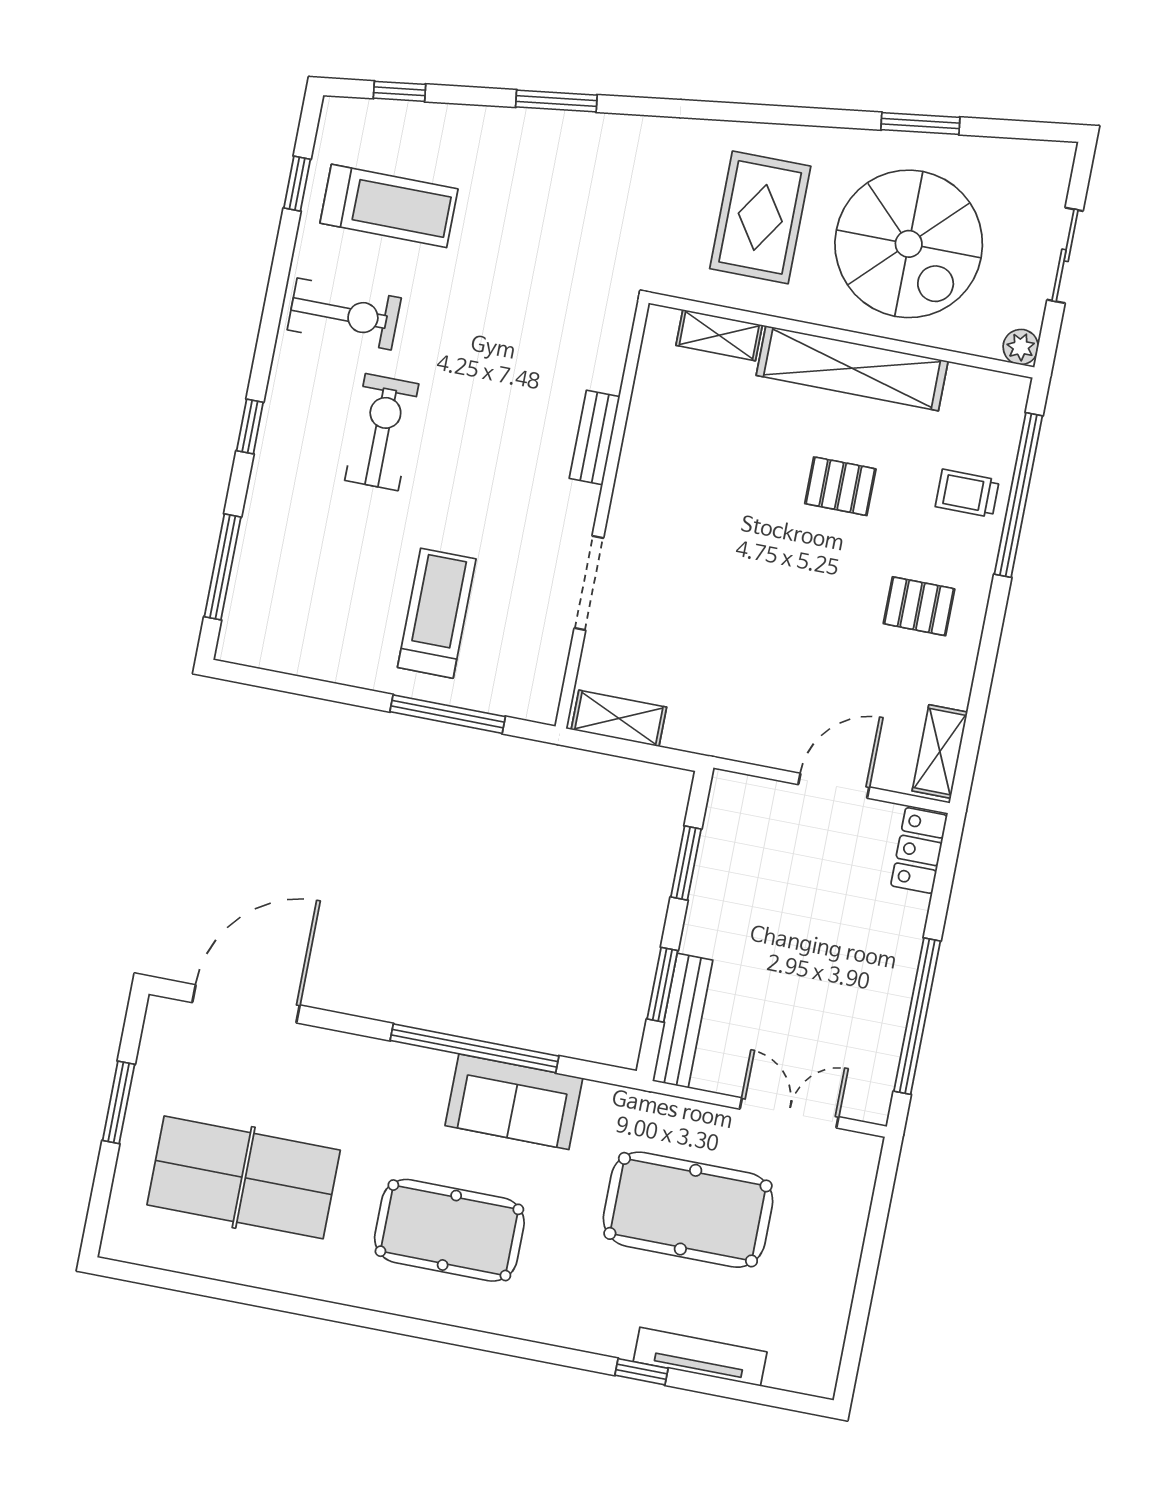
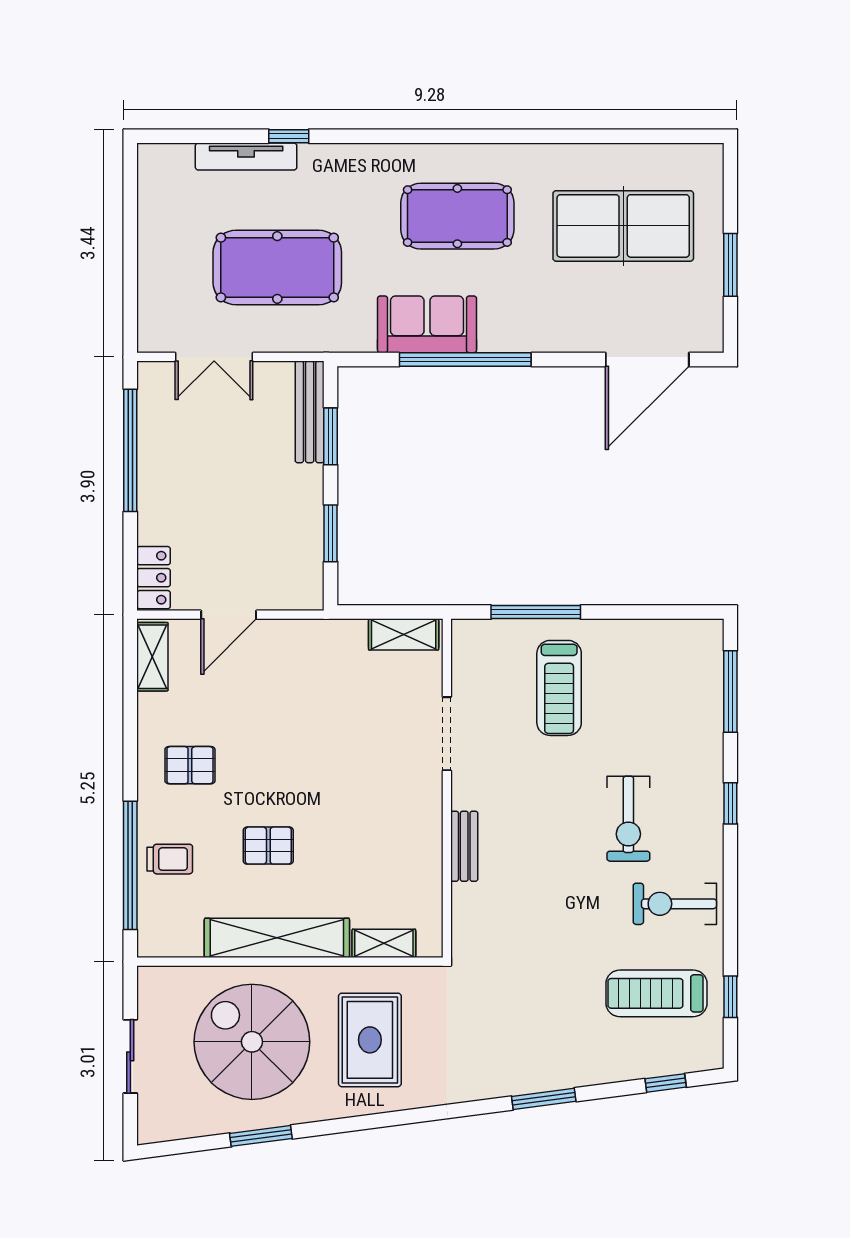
plant: (1021, 347) -> (151, 979), removed

